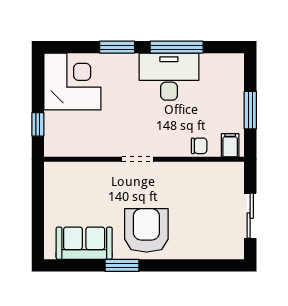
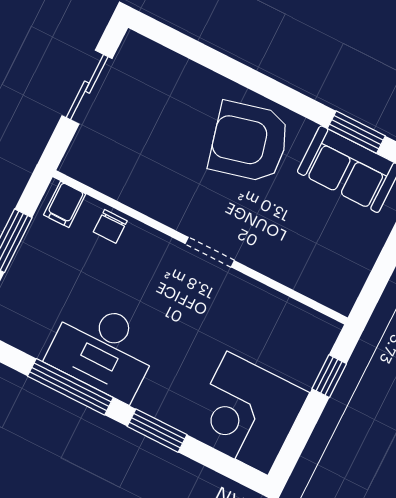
chair: (199, 146) -> (110, 226), turned -90
armchair: (146, 230) -> (249, 142), turned 76
window: (122, 265) -> (356, 132), moved

